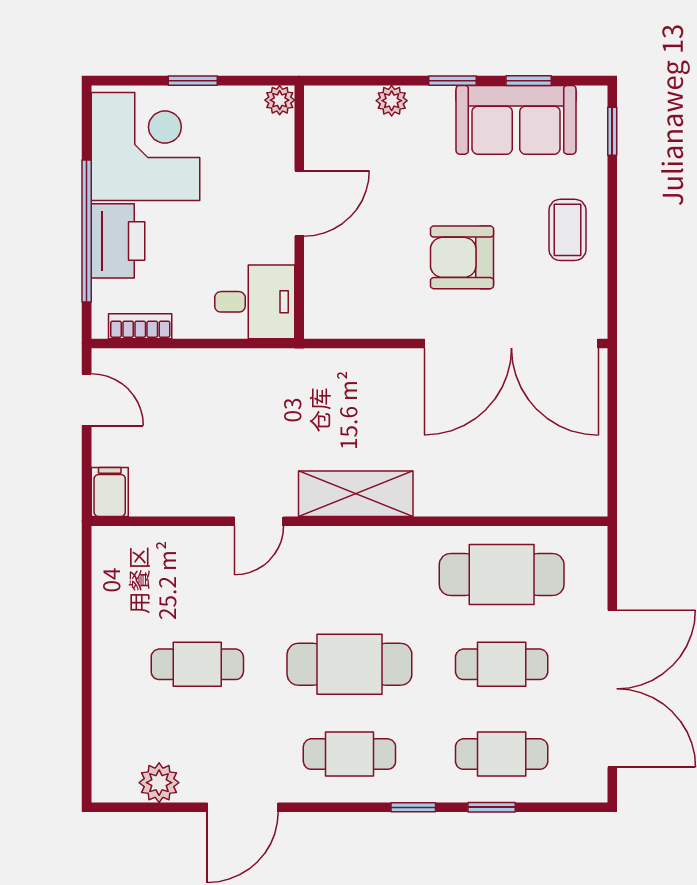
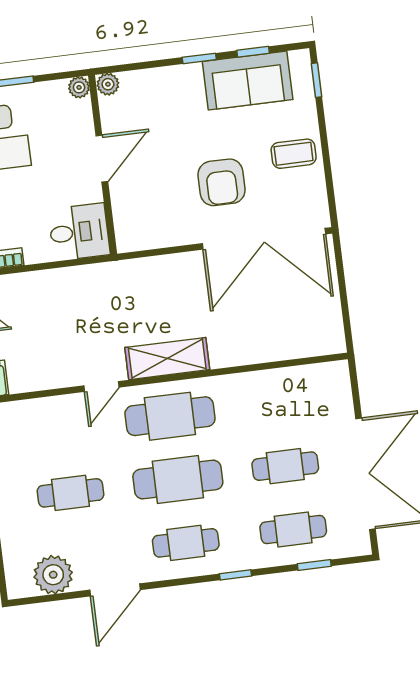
plant: (392, 101) -> (108, 84), moved
coffee table: (567, 230) -> (294, 154), turned 90
armchair: (462, 257) -> (222, 182), turned -90
cafe table: (502, 575) -> (170, 416), moved
plant: (159, 783) -> (53, 575), width x1.36, depth x1.36
window: (492, 807) -> (314, 565), moved

